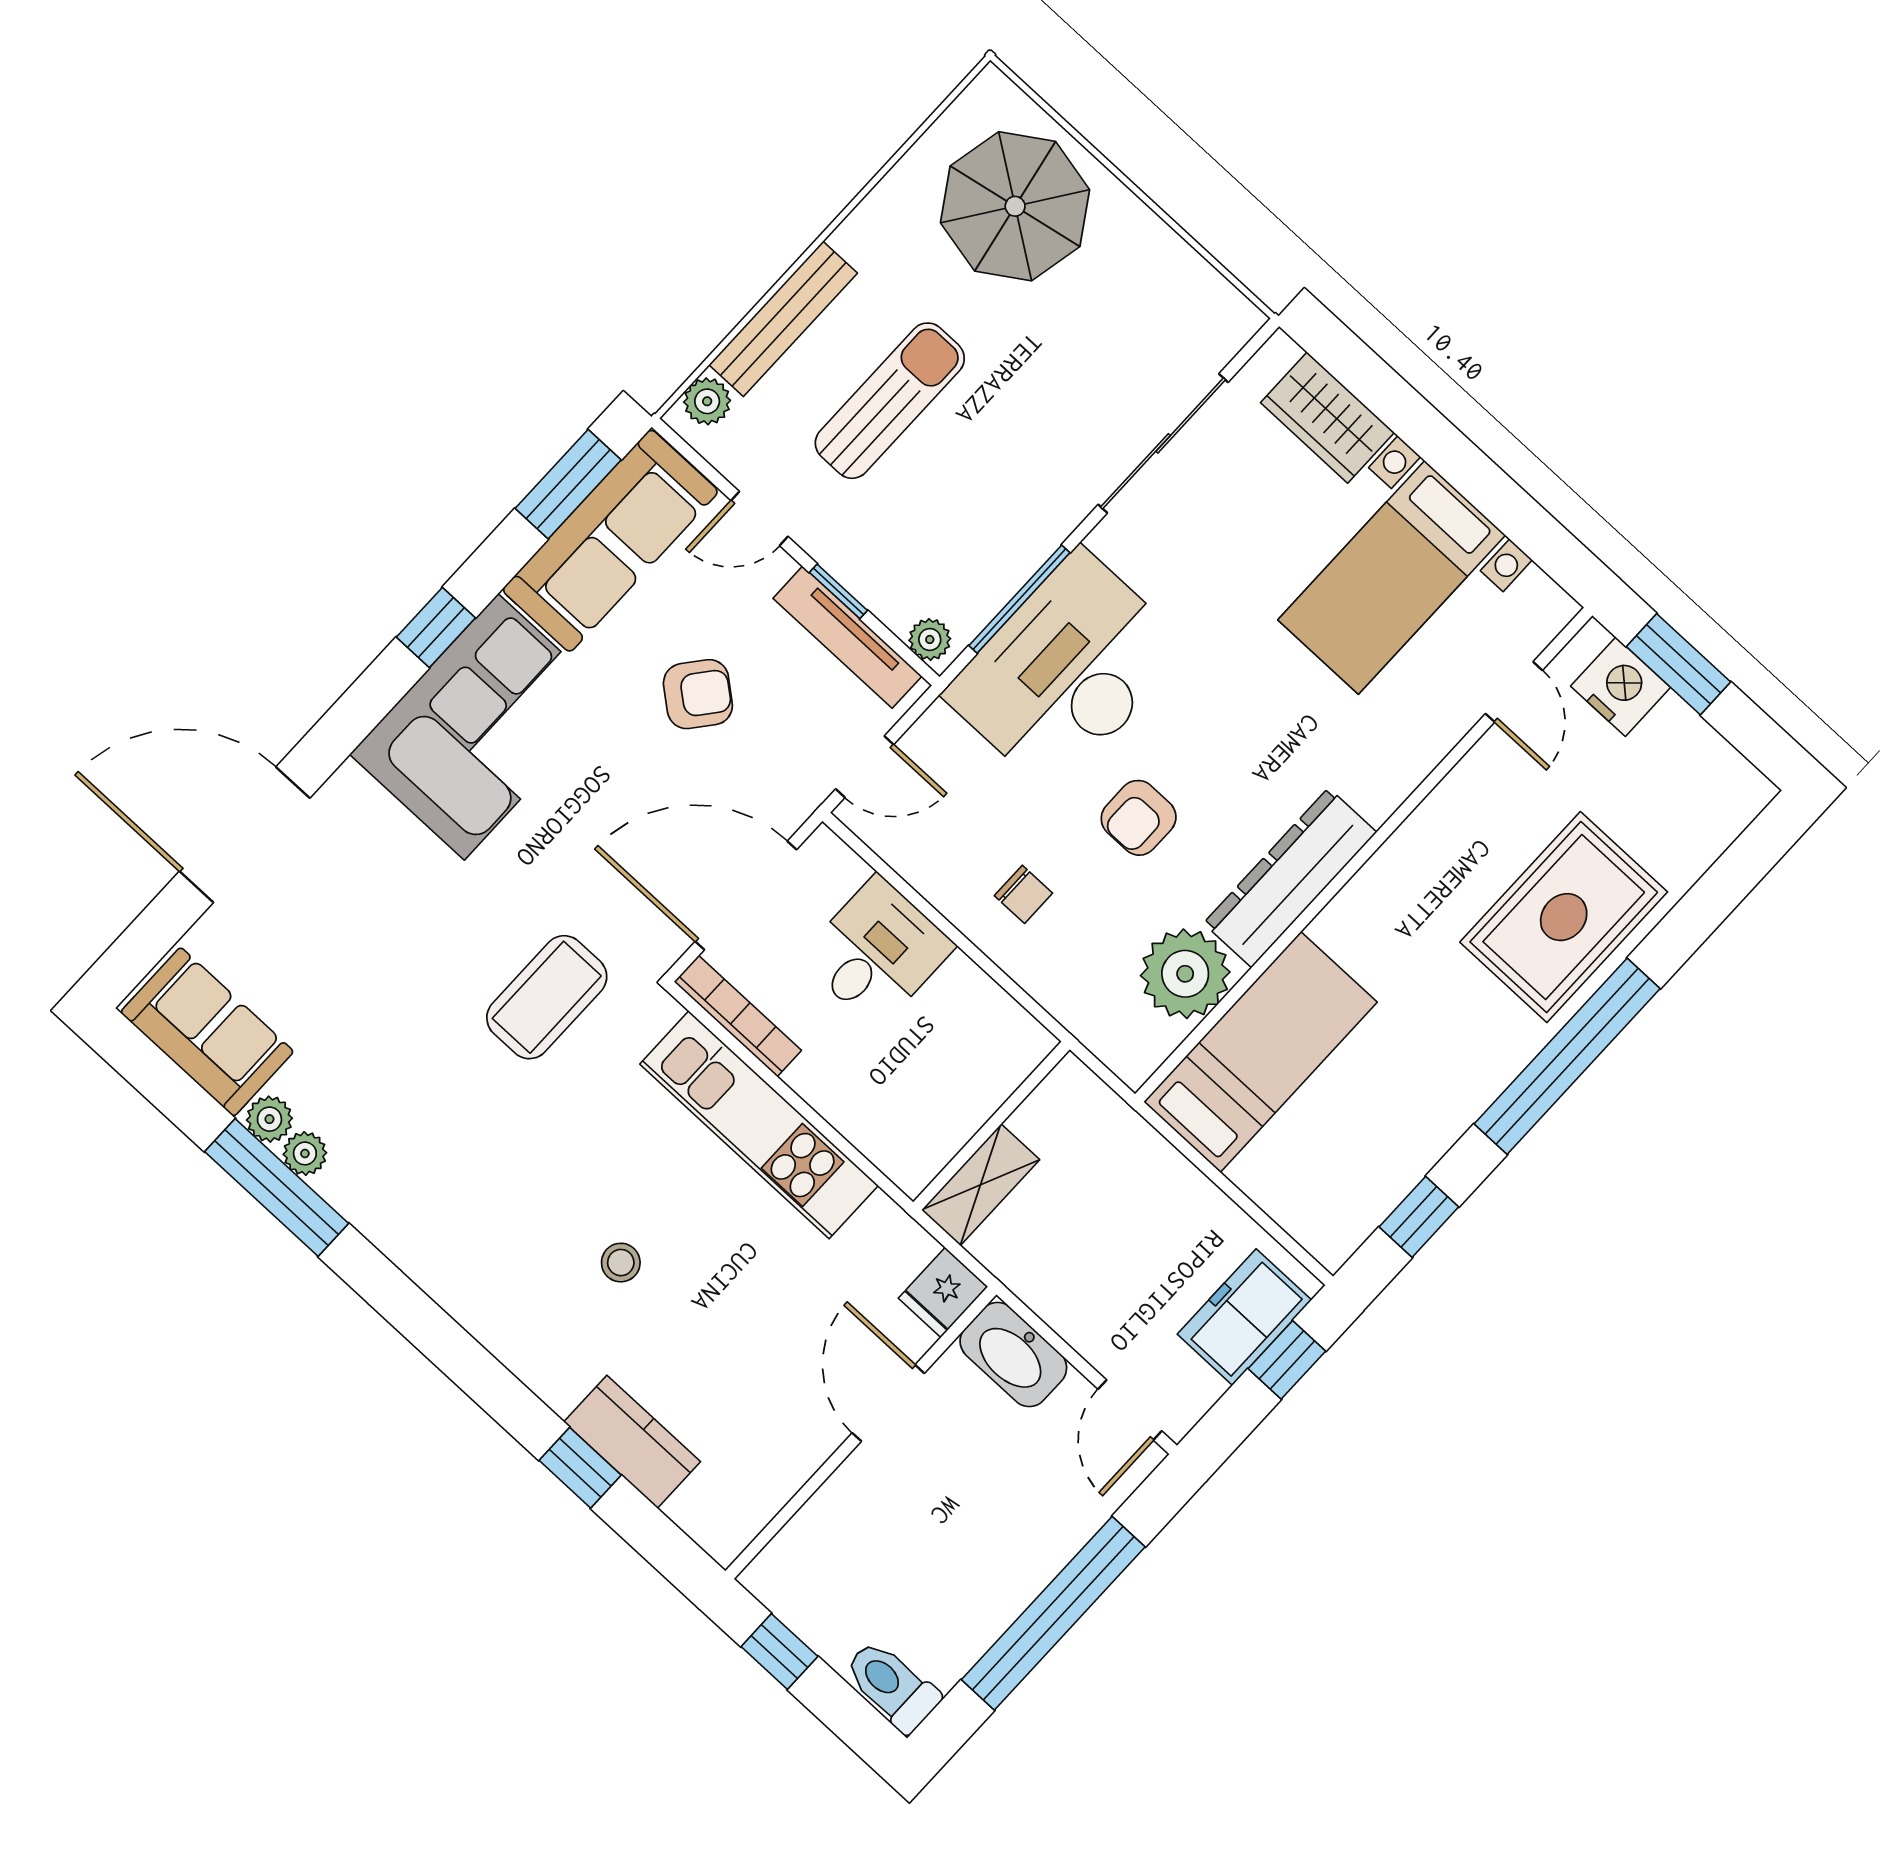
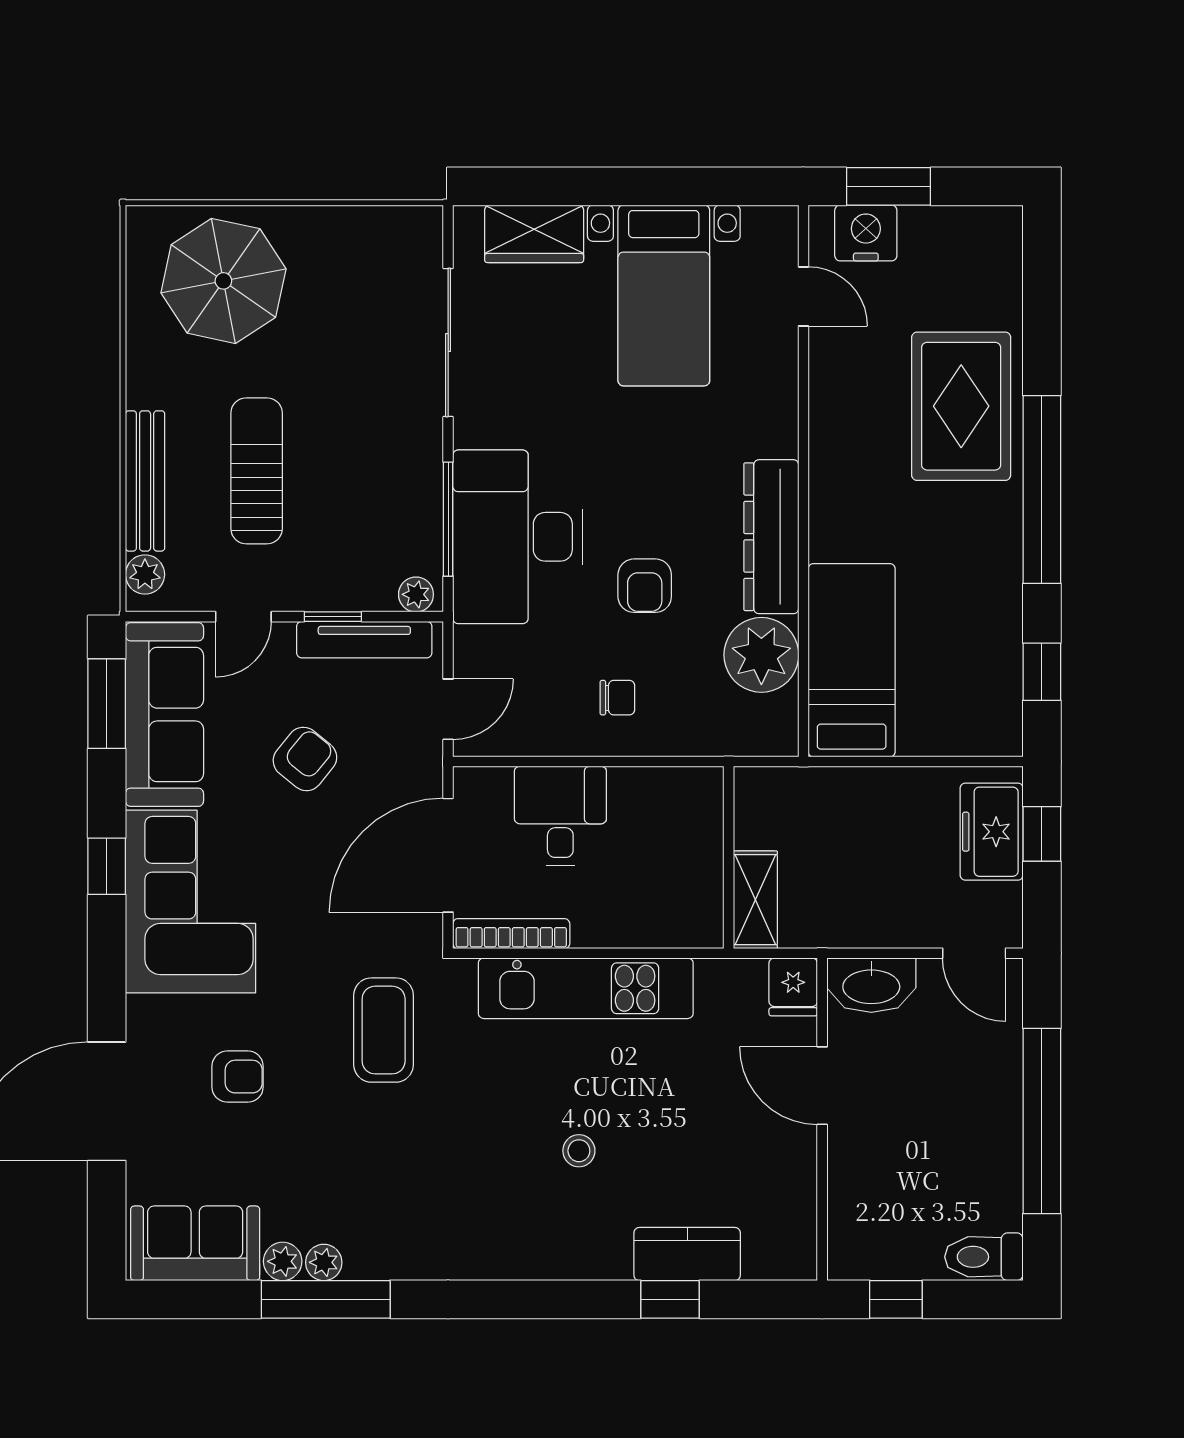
armchair: (380, 919) -> (238, 1077), added

